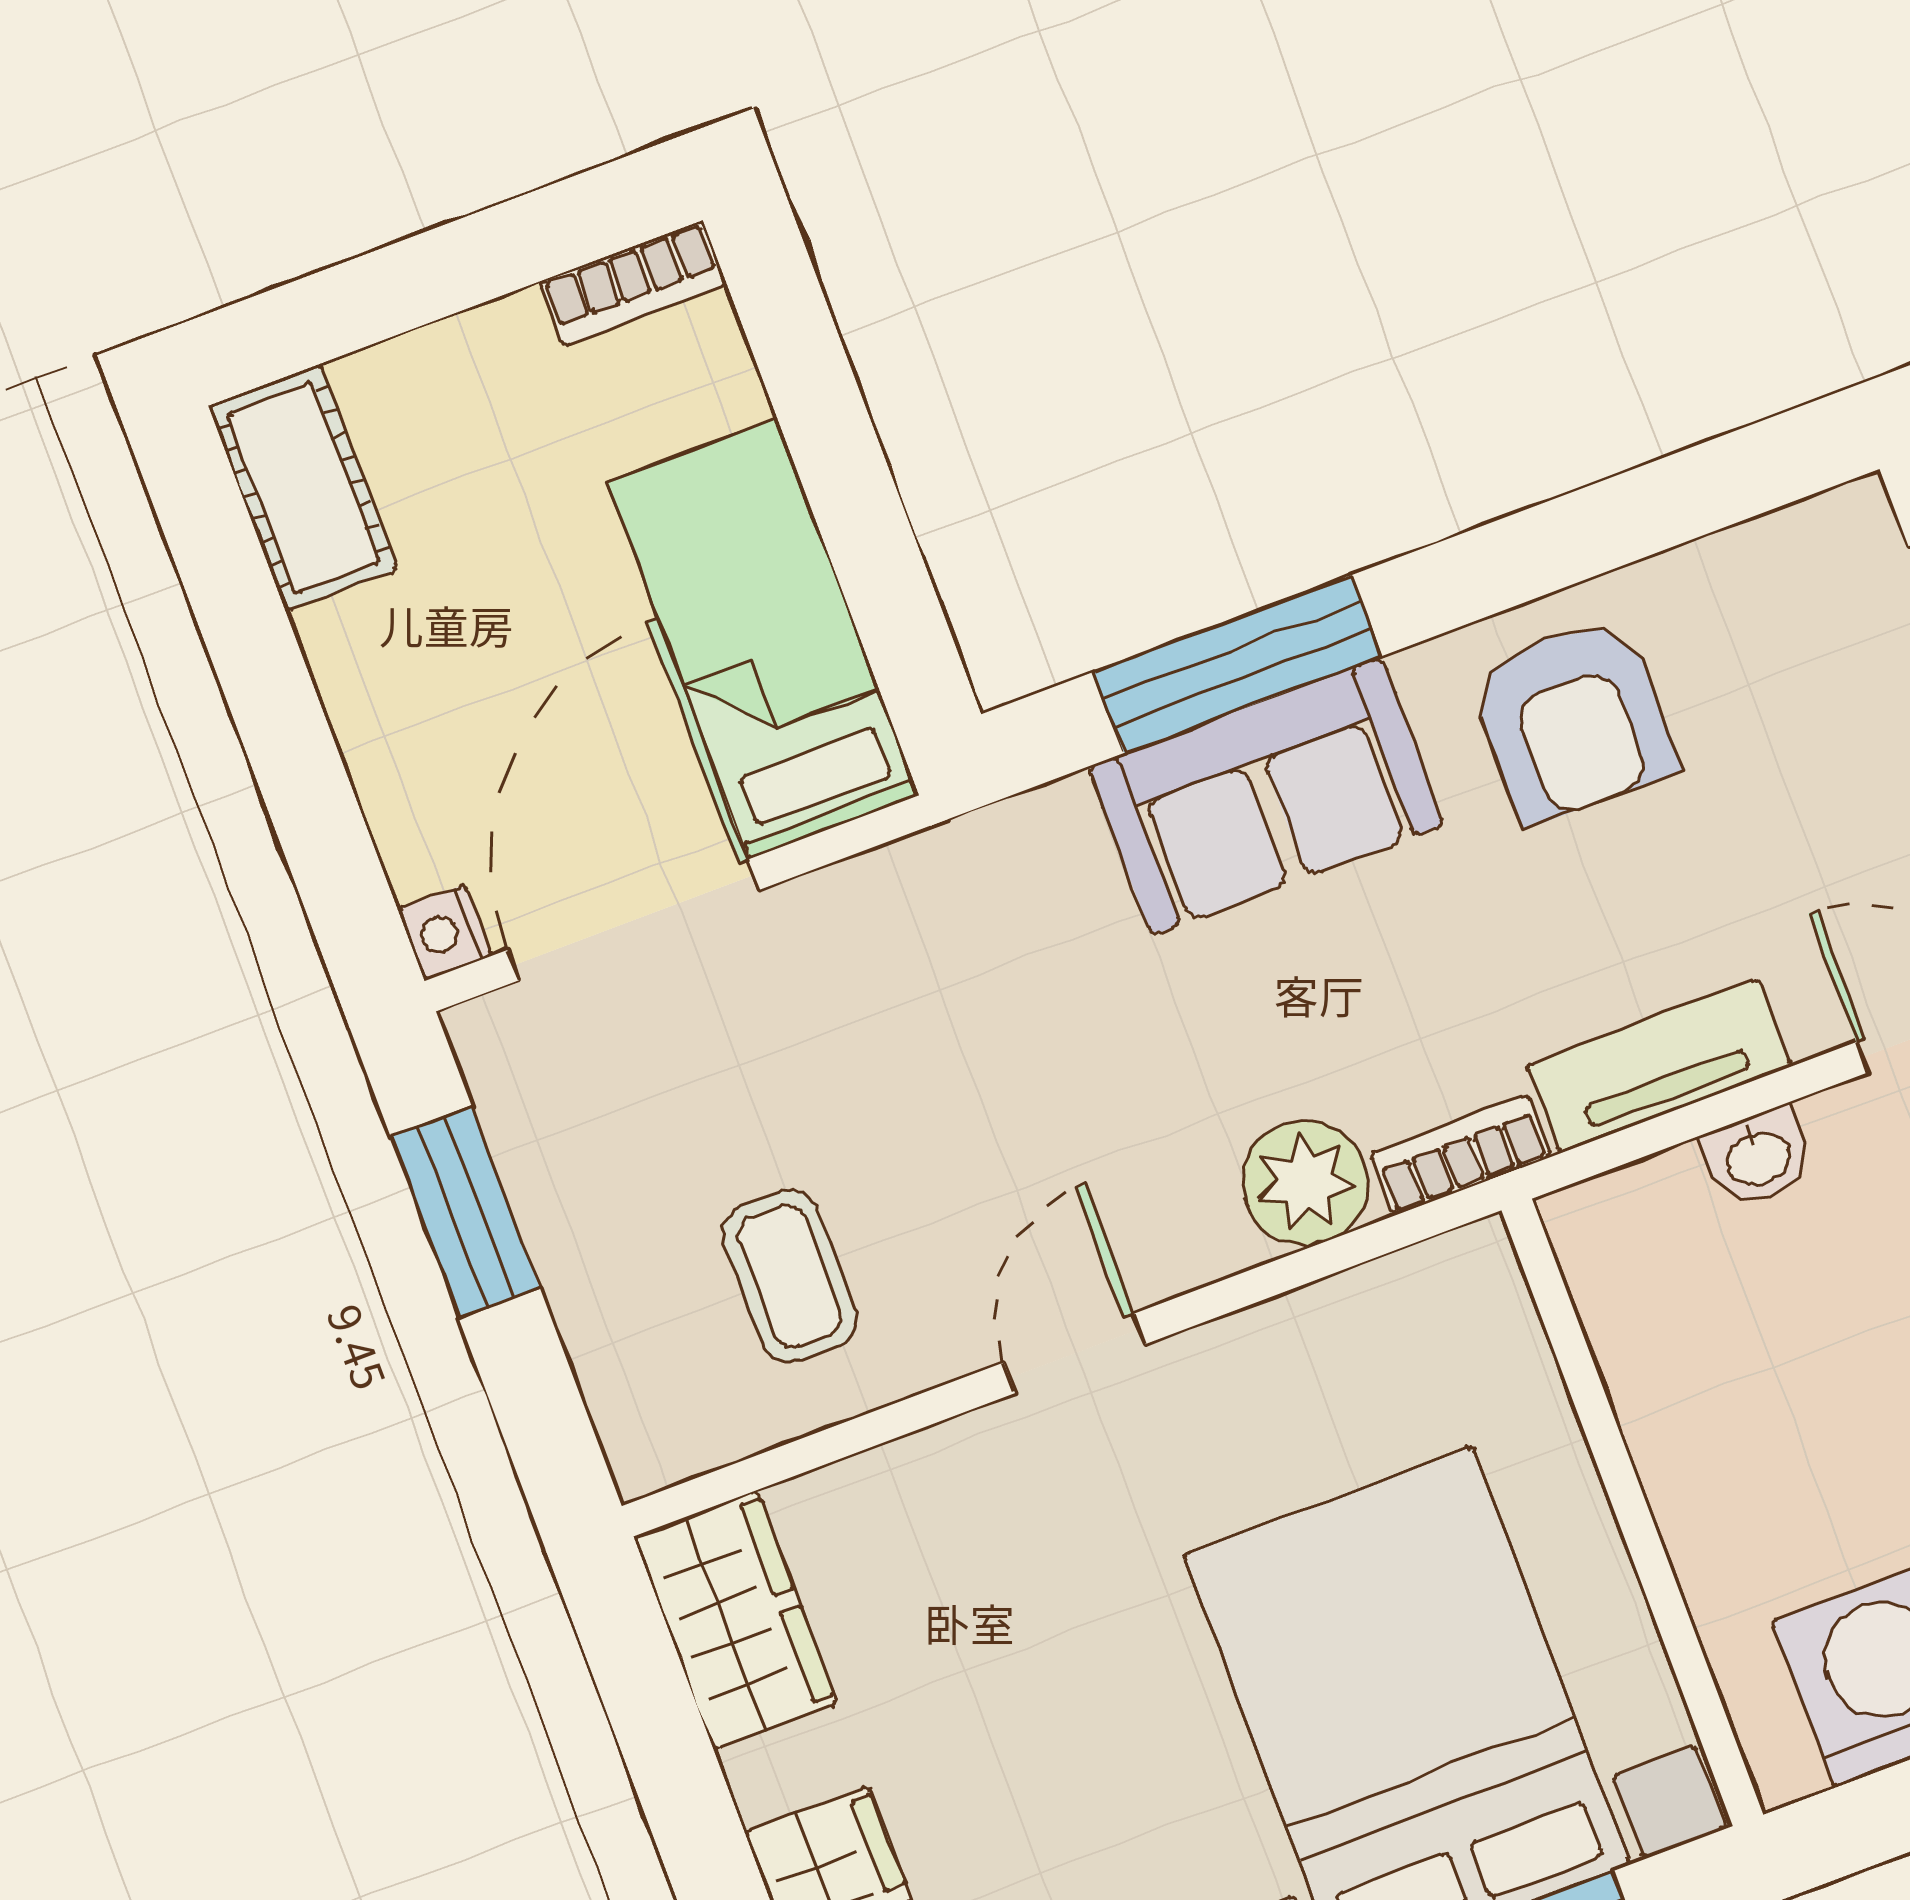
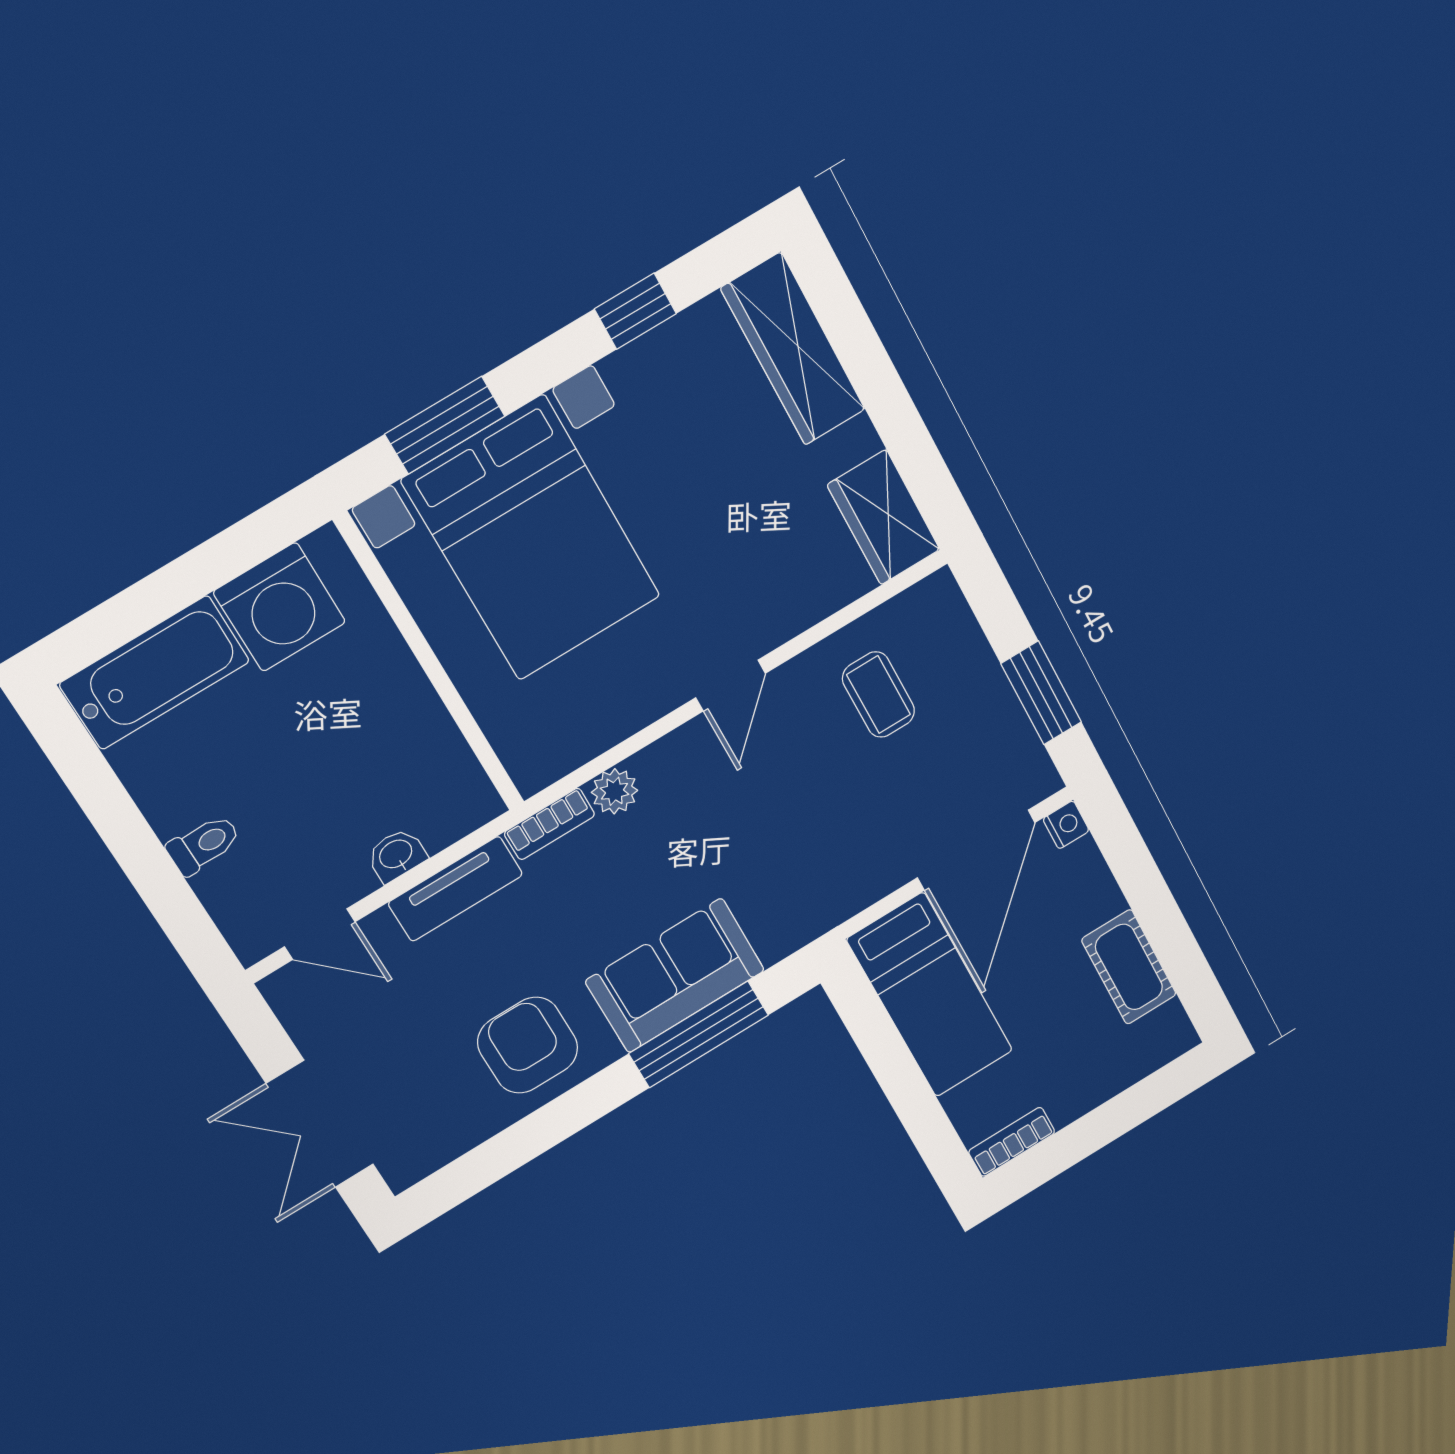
cot: (303, 488) -> (1129, 967), moved
plant: (1305, 1183) -> (615, 791), width x0.73, depth x0.73

